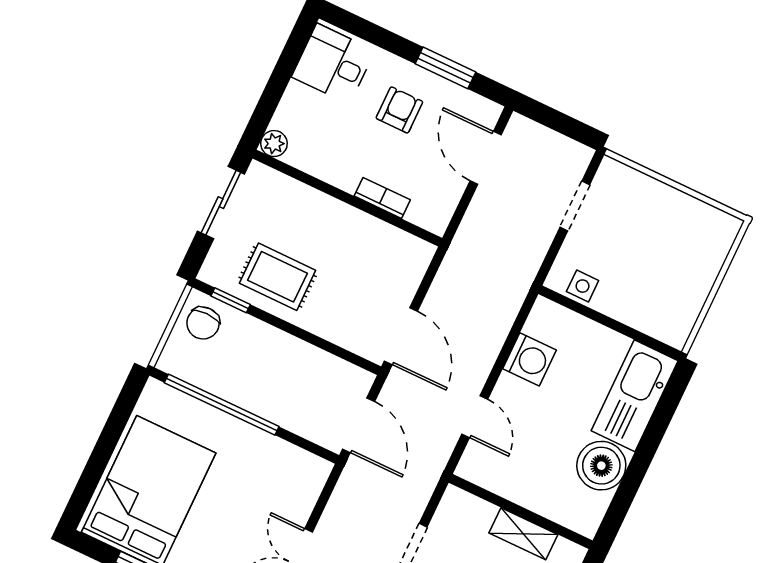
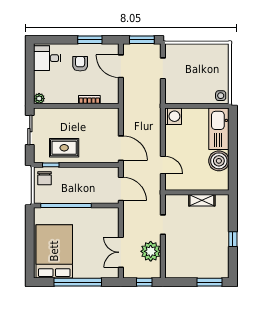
window: (559, 122) -> (142, 40), added
side table: (583, 286) -> (221, 96), moved
washing machine: (529, 359) -> (173, 116), moved

